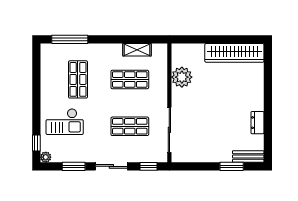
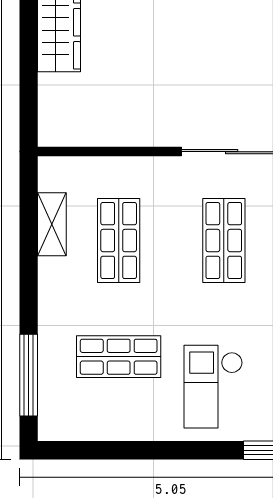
plant: (182, 77) -> (113, 124), removed
checkout: (65, 122) -> (213, 387), turned 180

